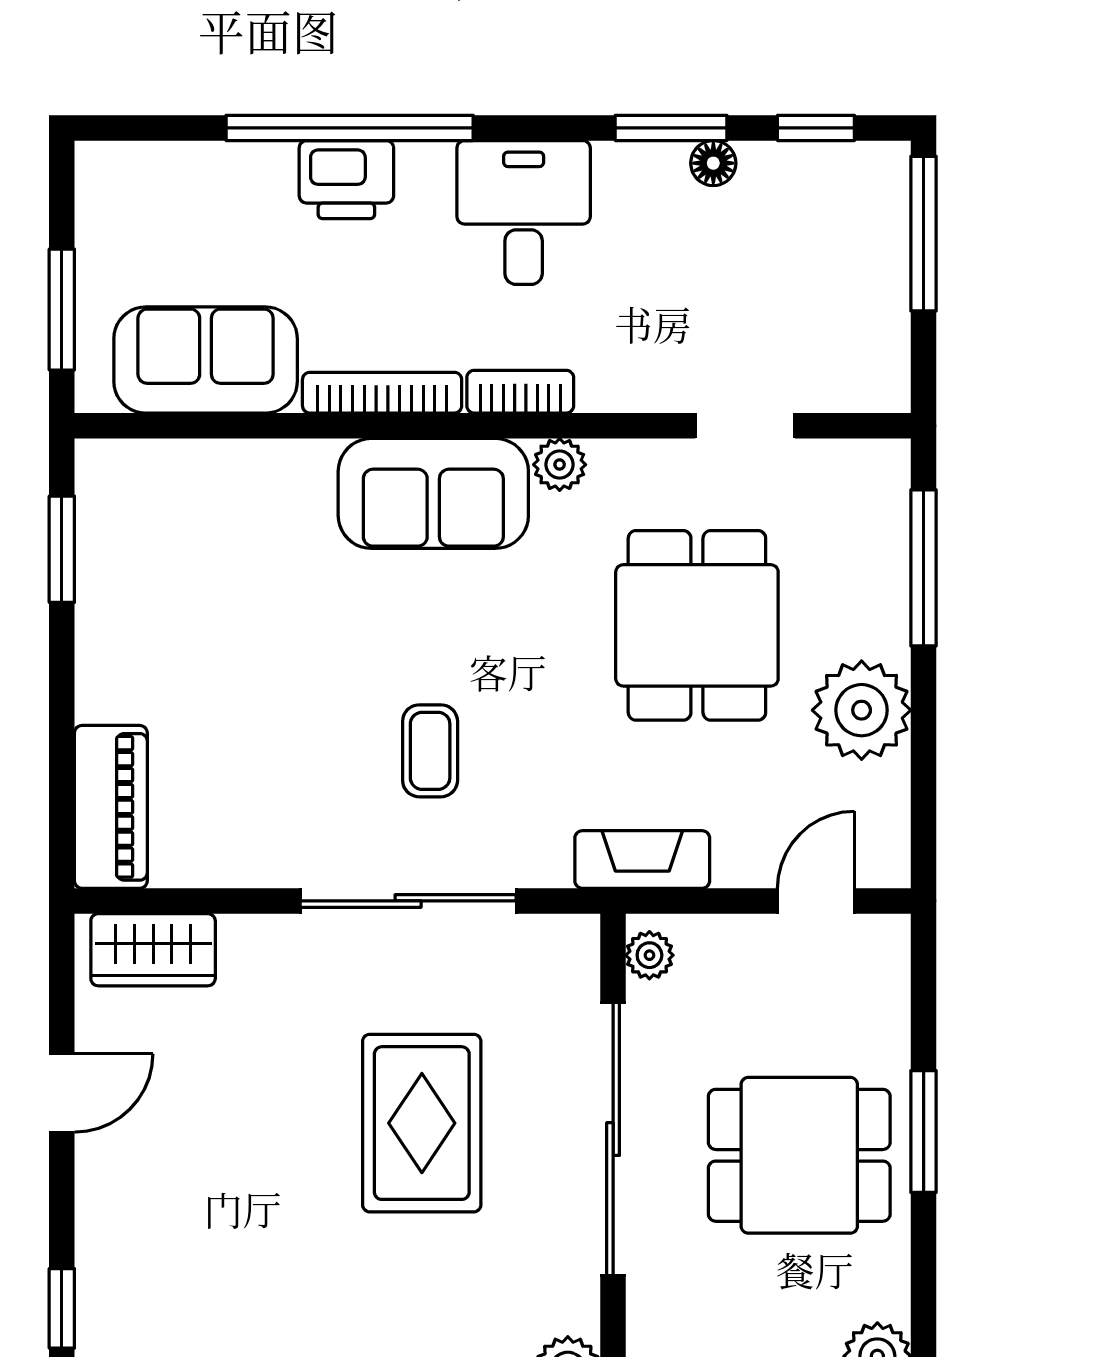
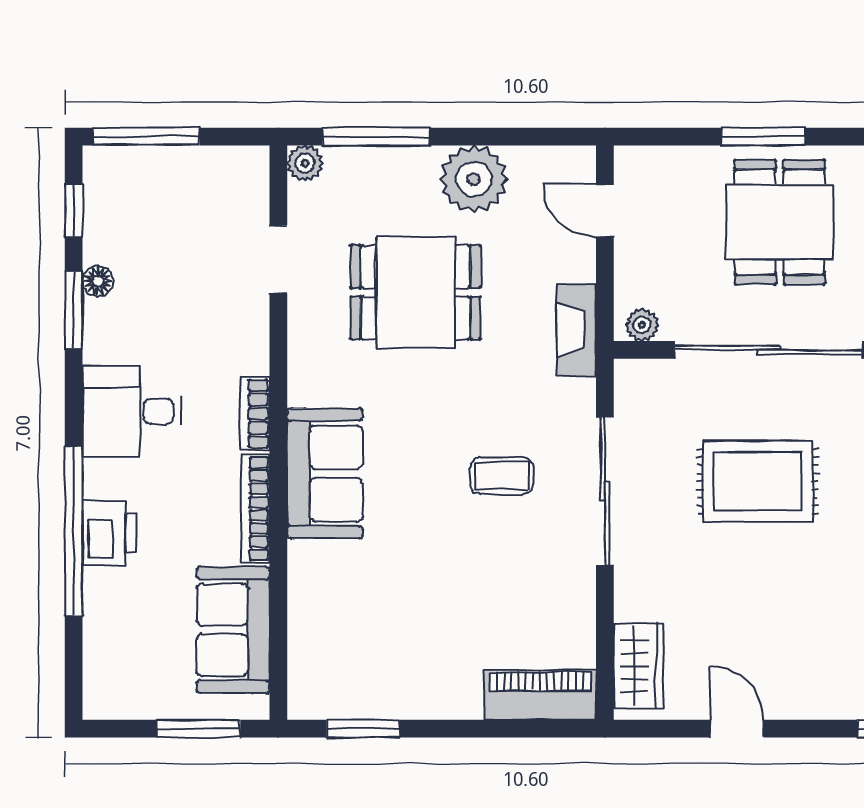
plant: (560, 465) -> (305, 163), moved

